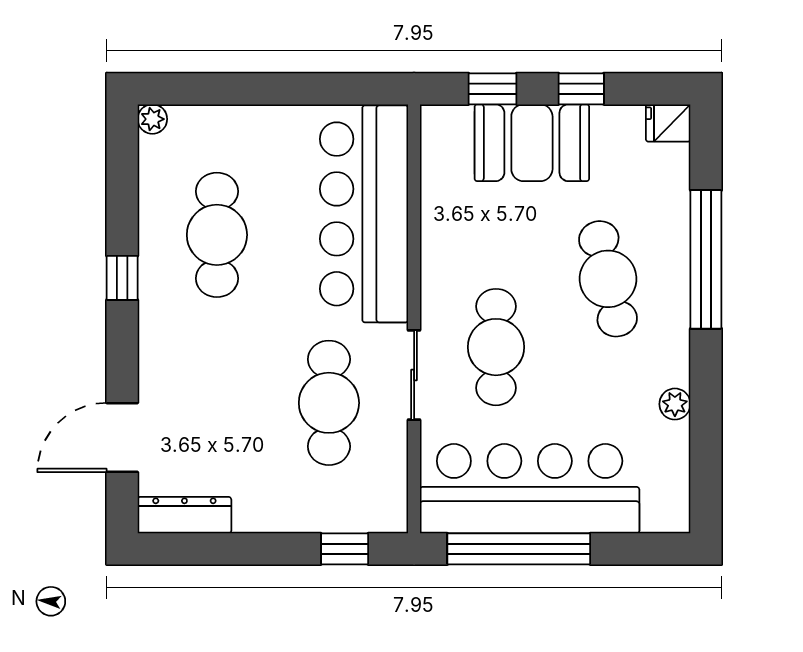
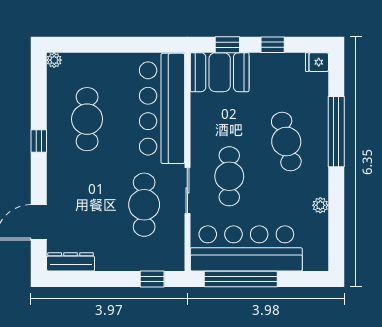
booth: (532, 143) -> (220, 72), moved

